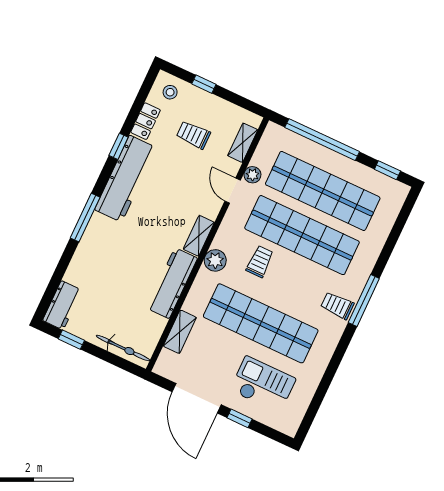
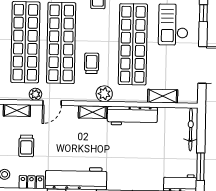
trolley: (260, 262) -> (92, 63), turned 90
window: (71, 340) -> (200, 167), width x1.50
window: (239, 418) -> (203, 13), moved

